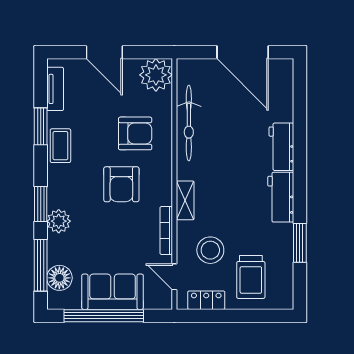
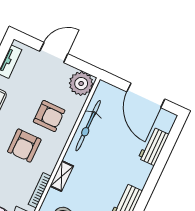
door: (104, 52) -> (54, 52), swing flipped
workbench: (281, 147) -> (153, 146), moved

